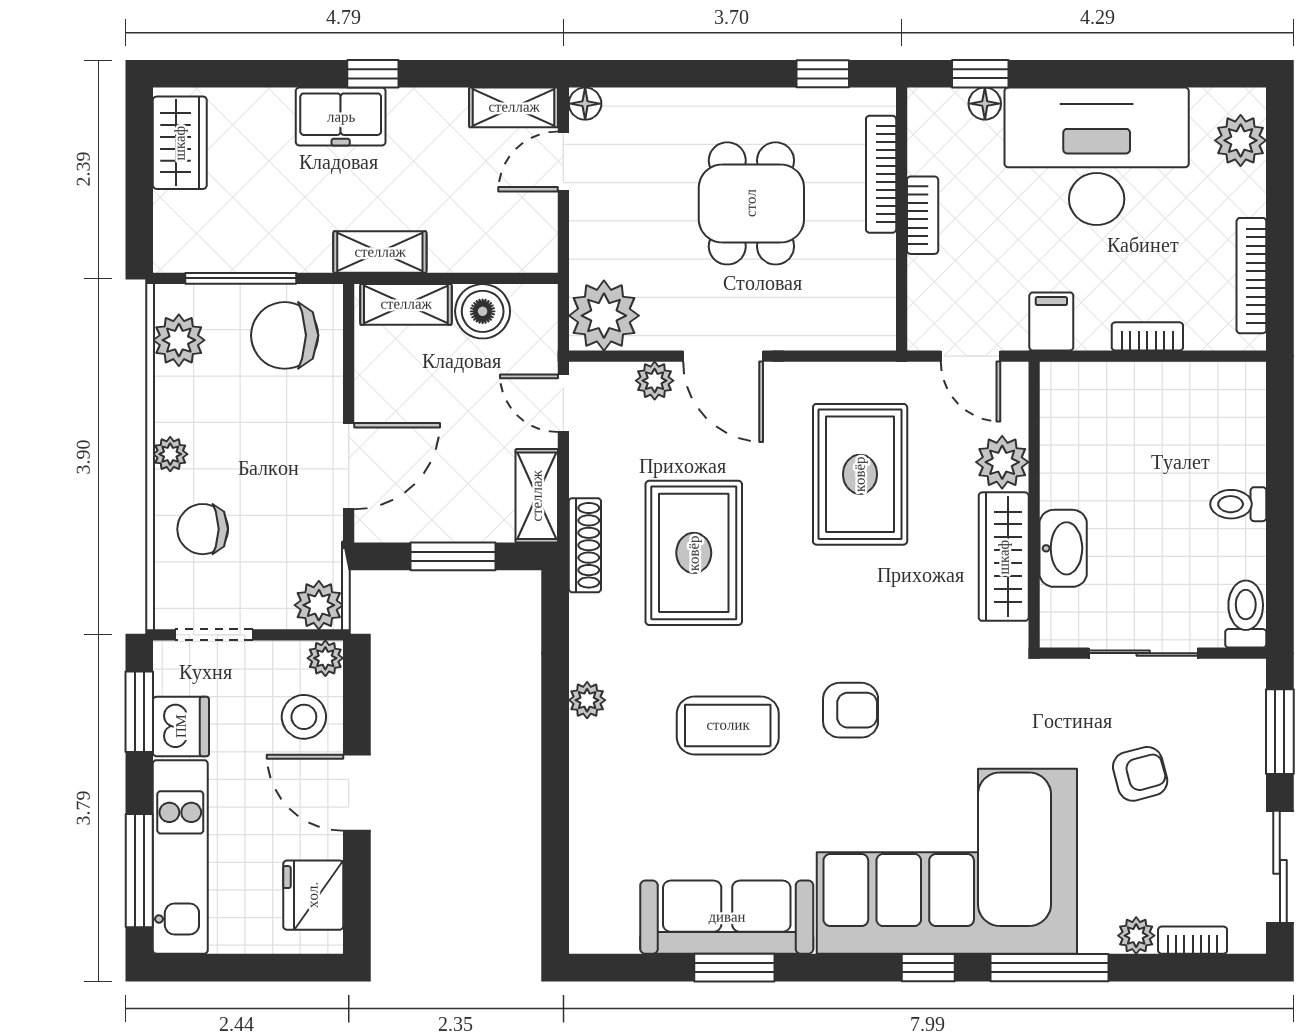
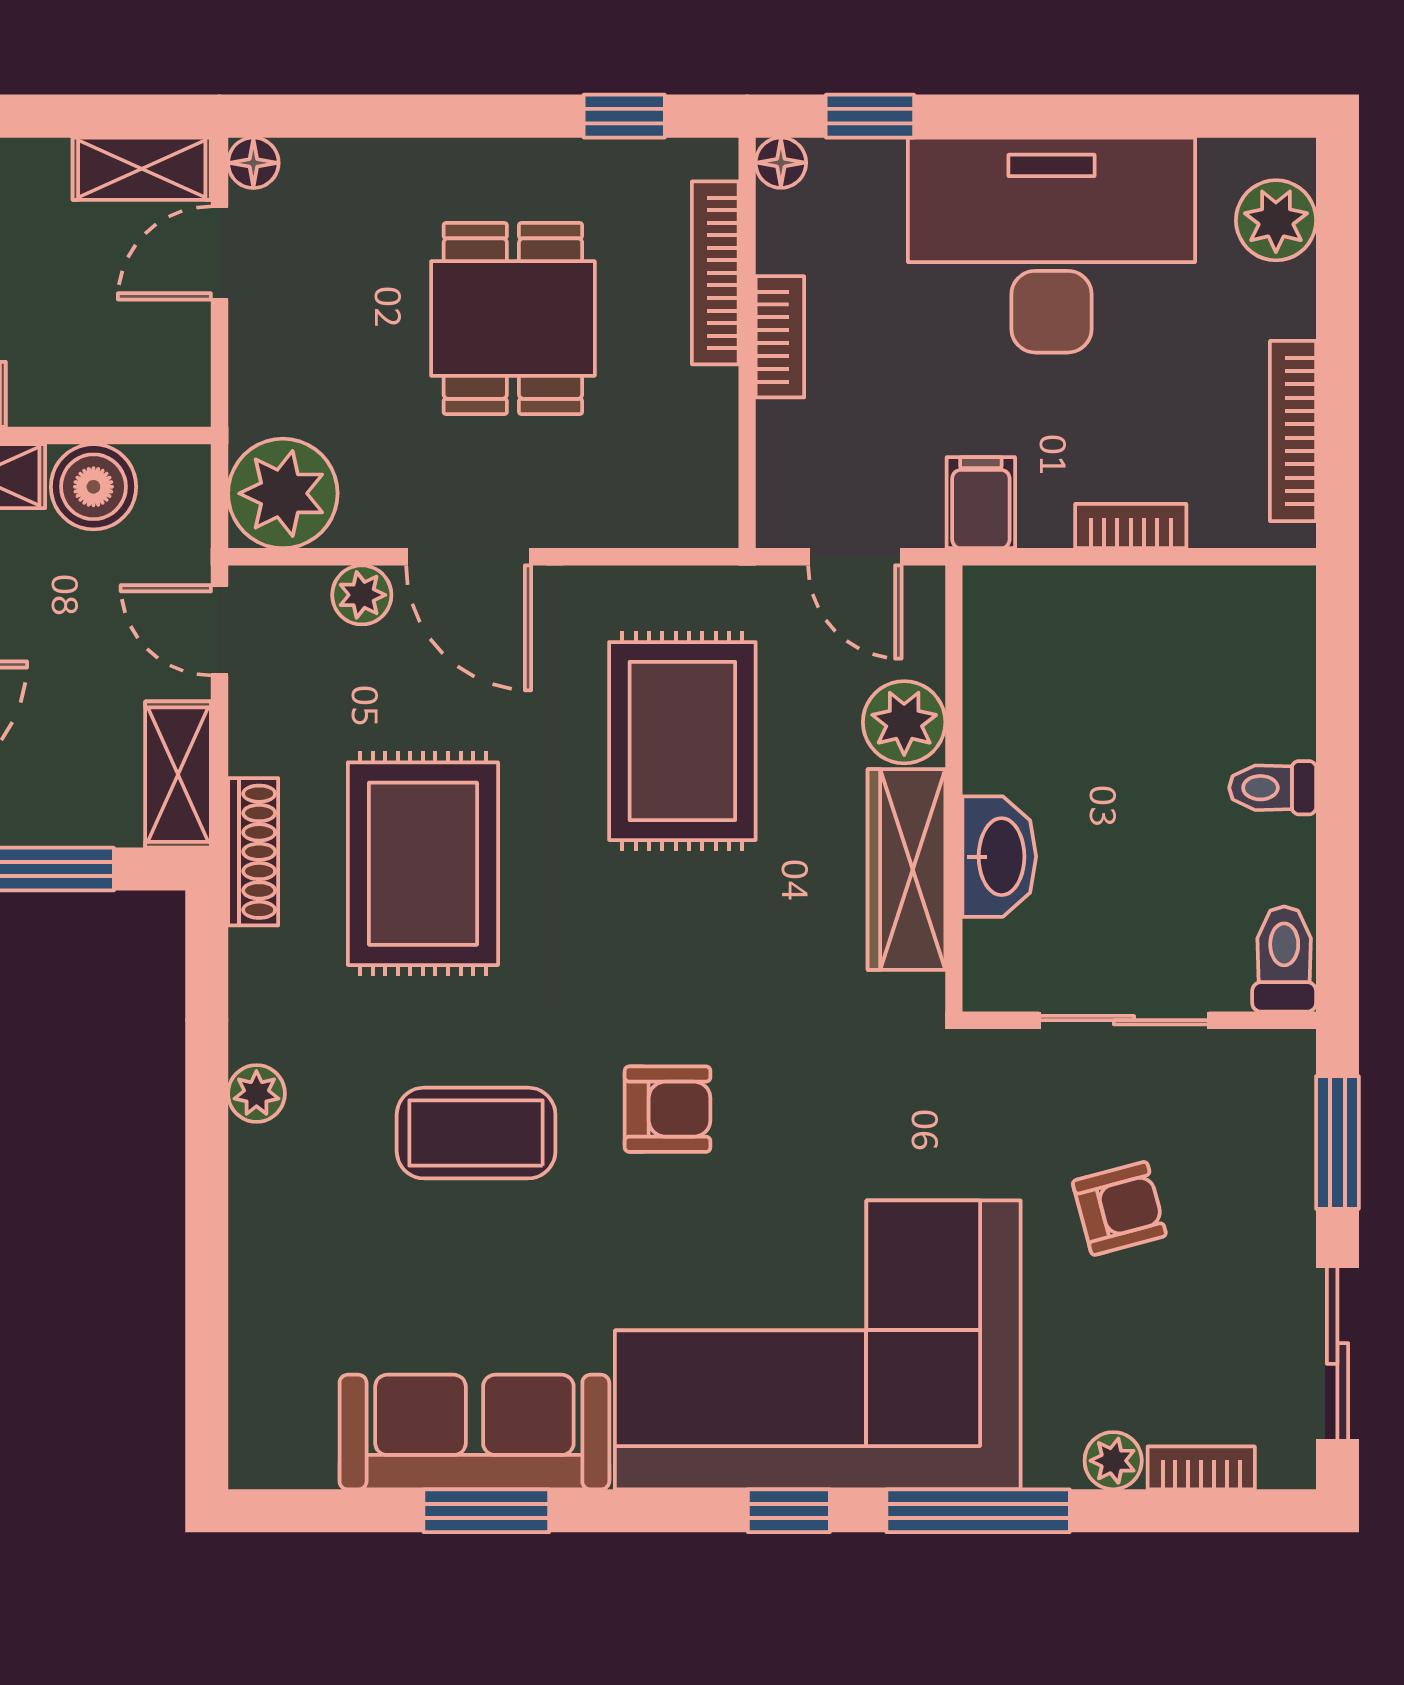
floor lamp: (985, 104) -> (781, 163), moved

